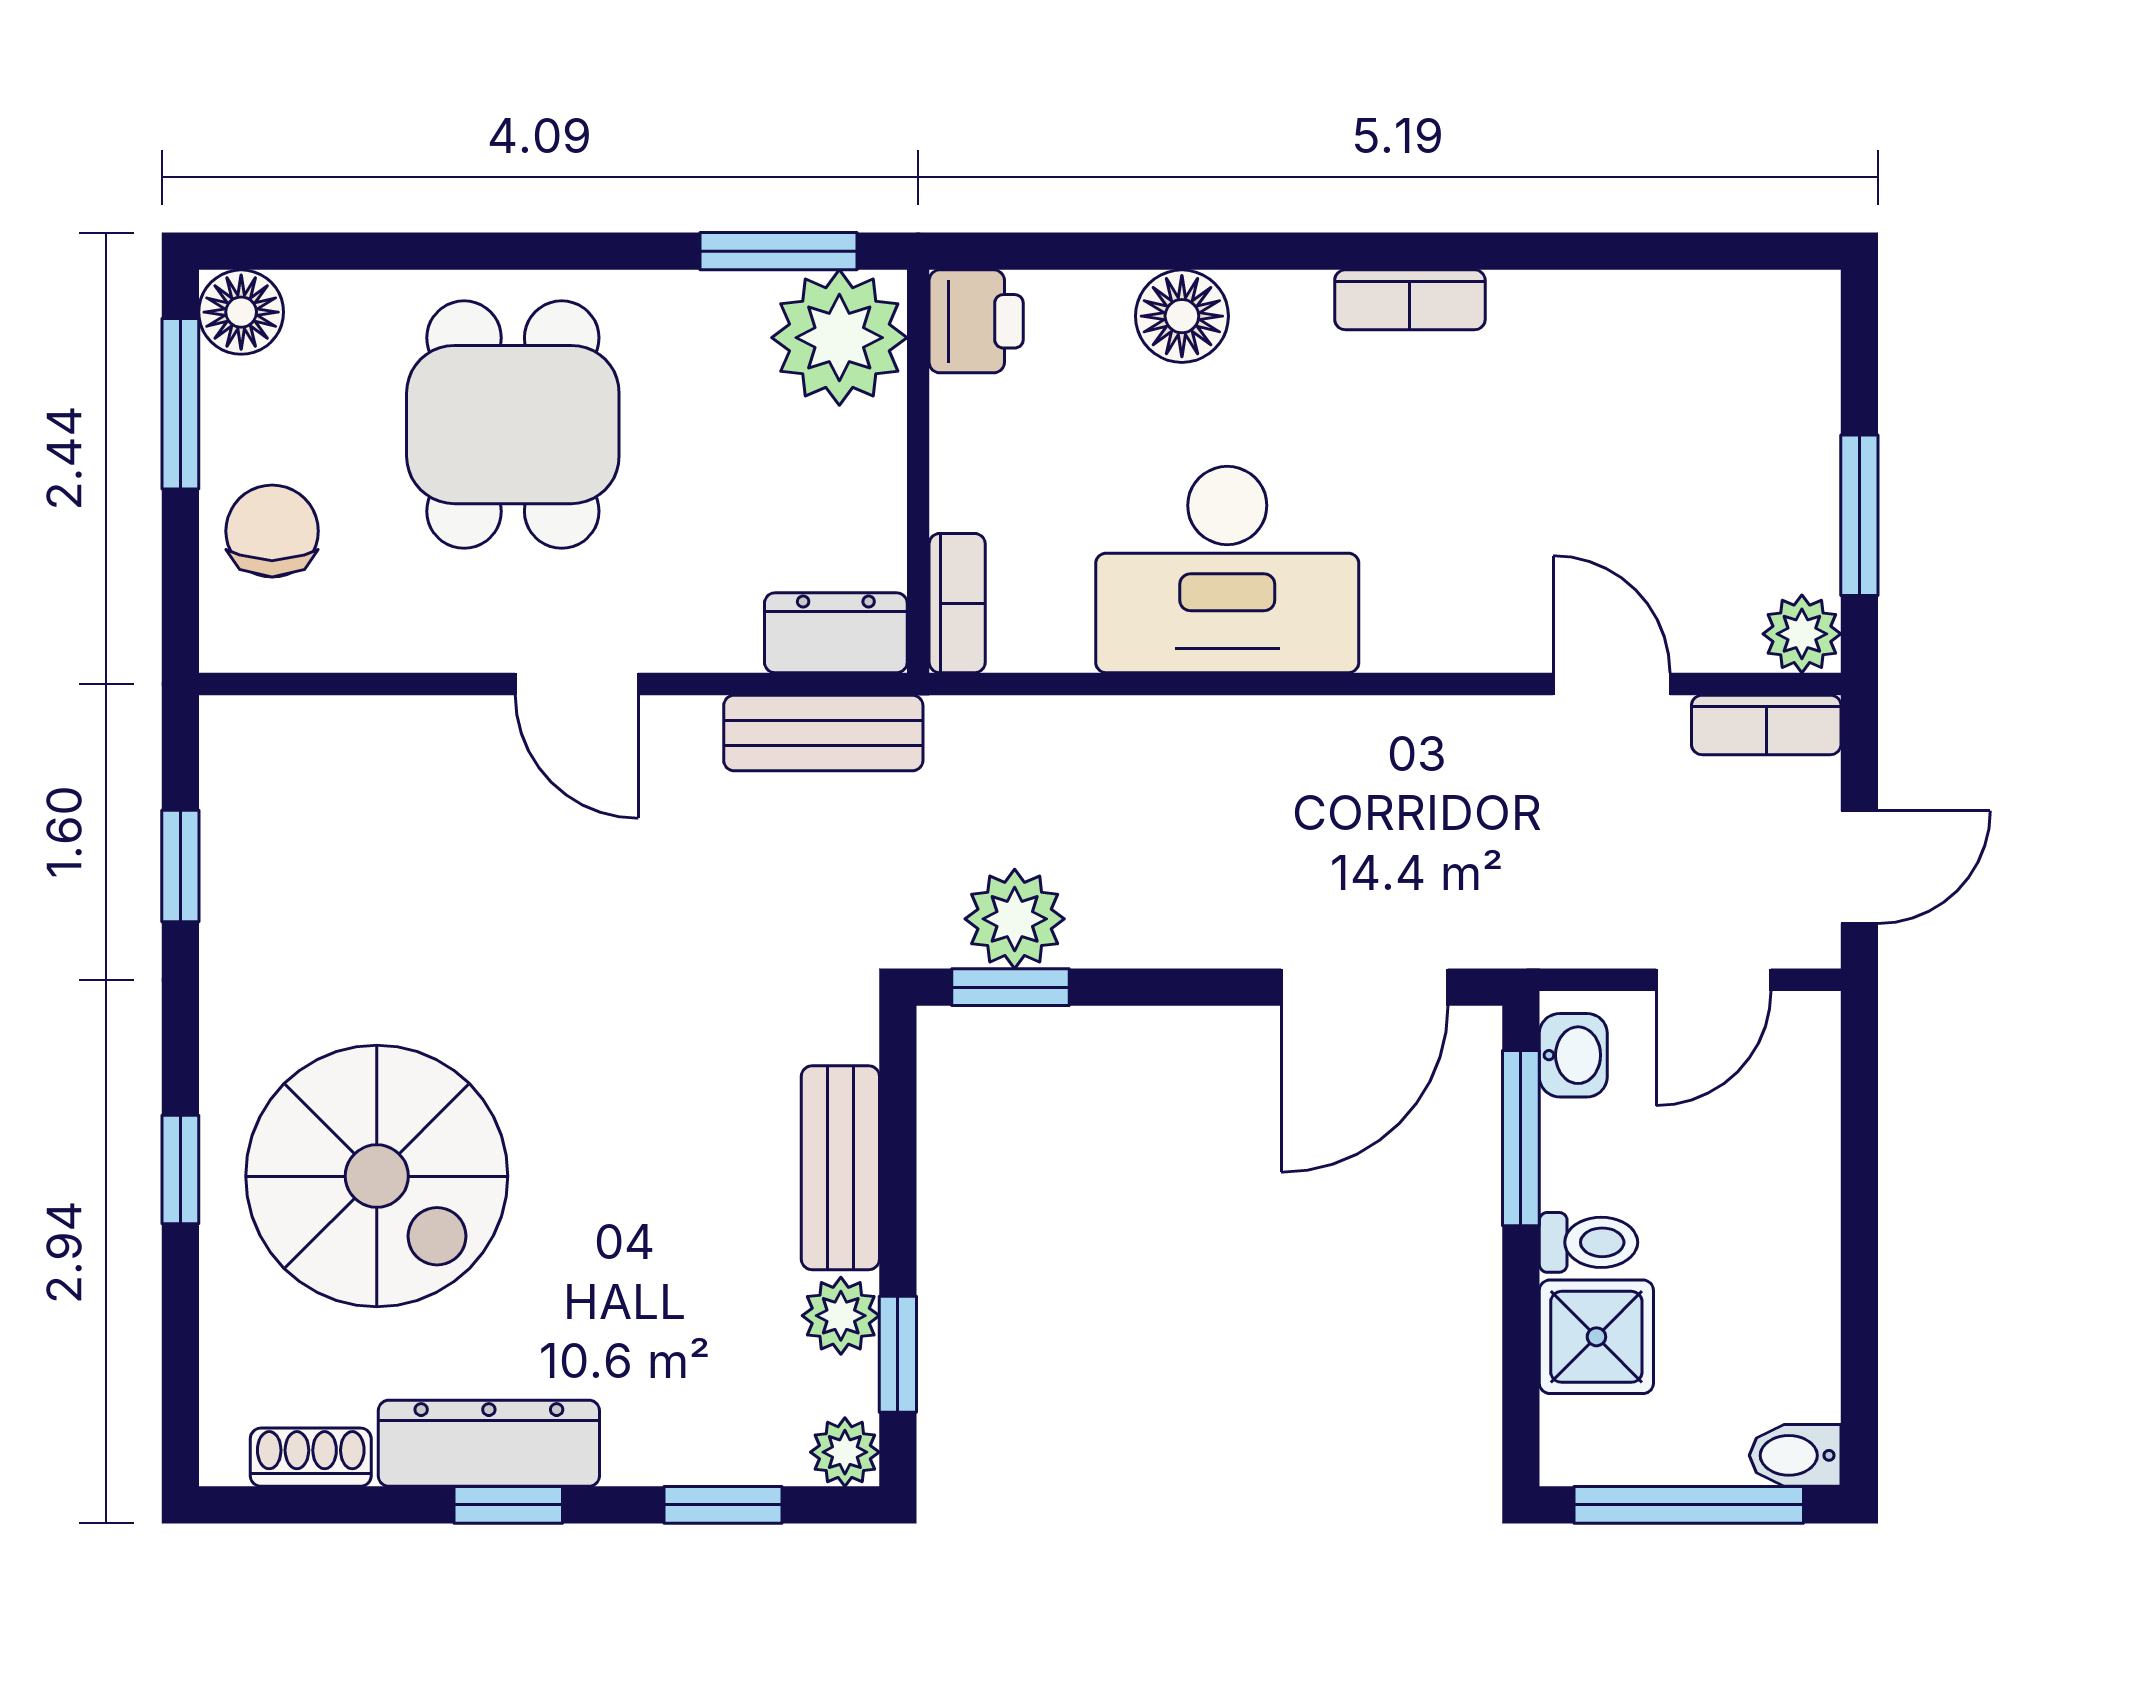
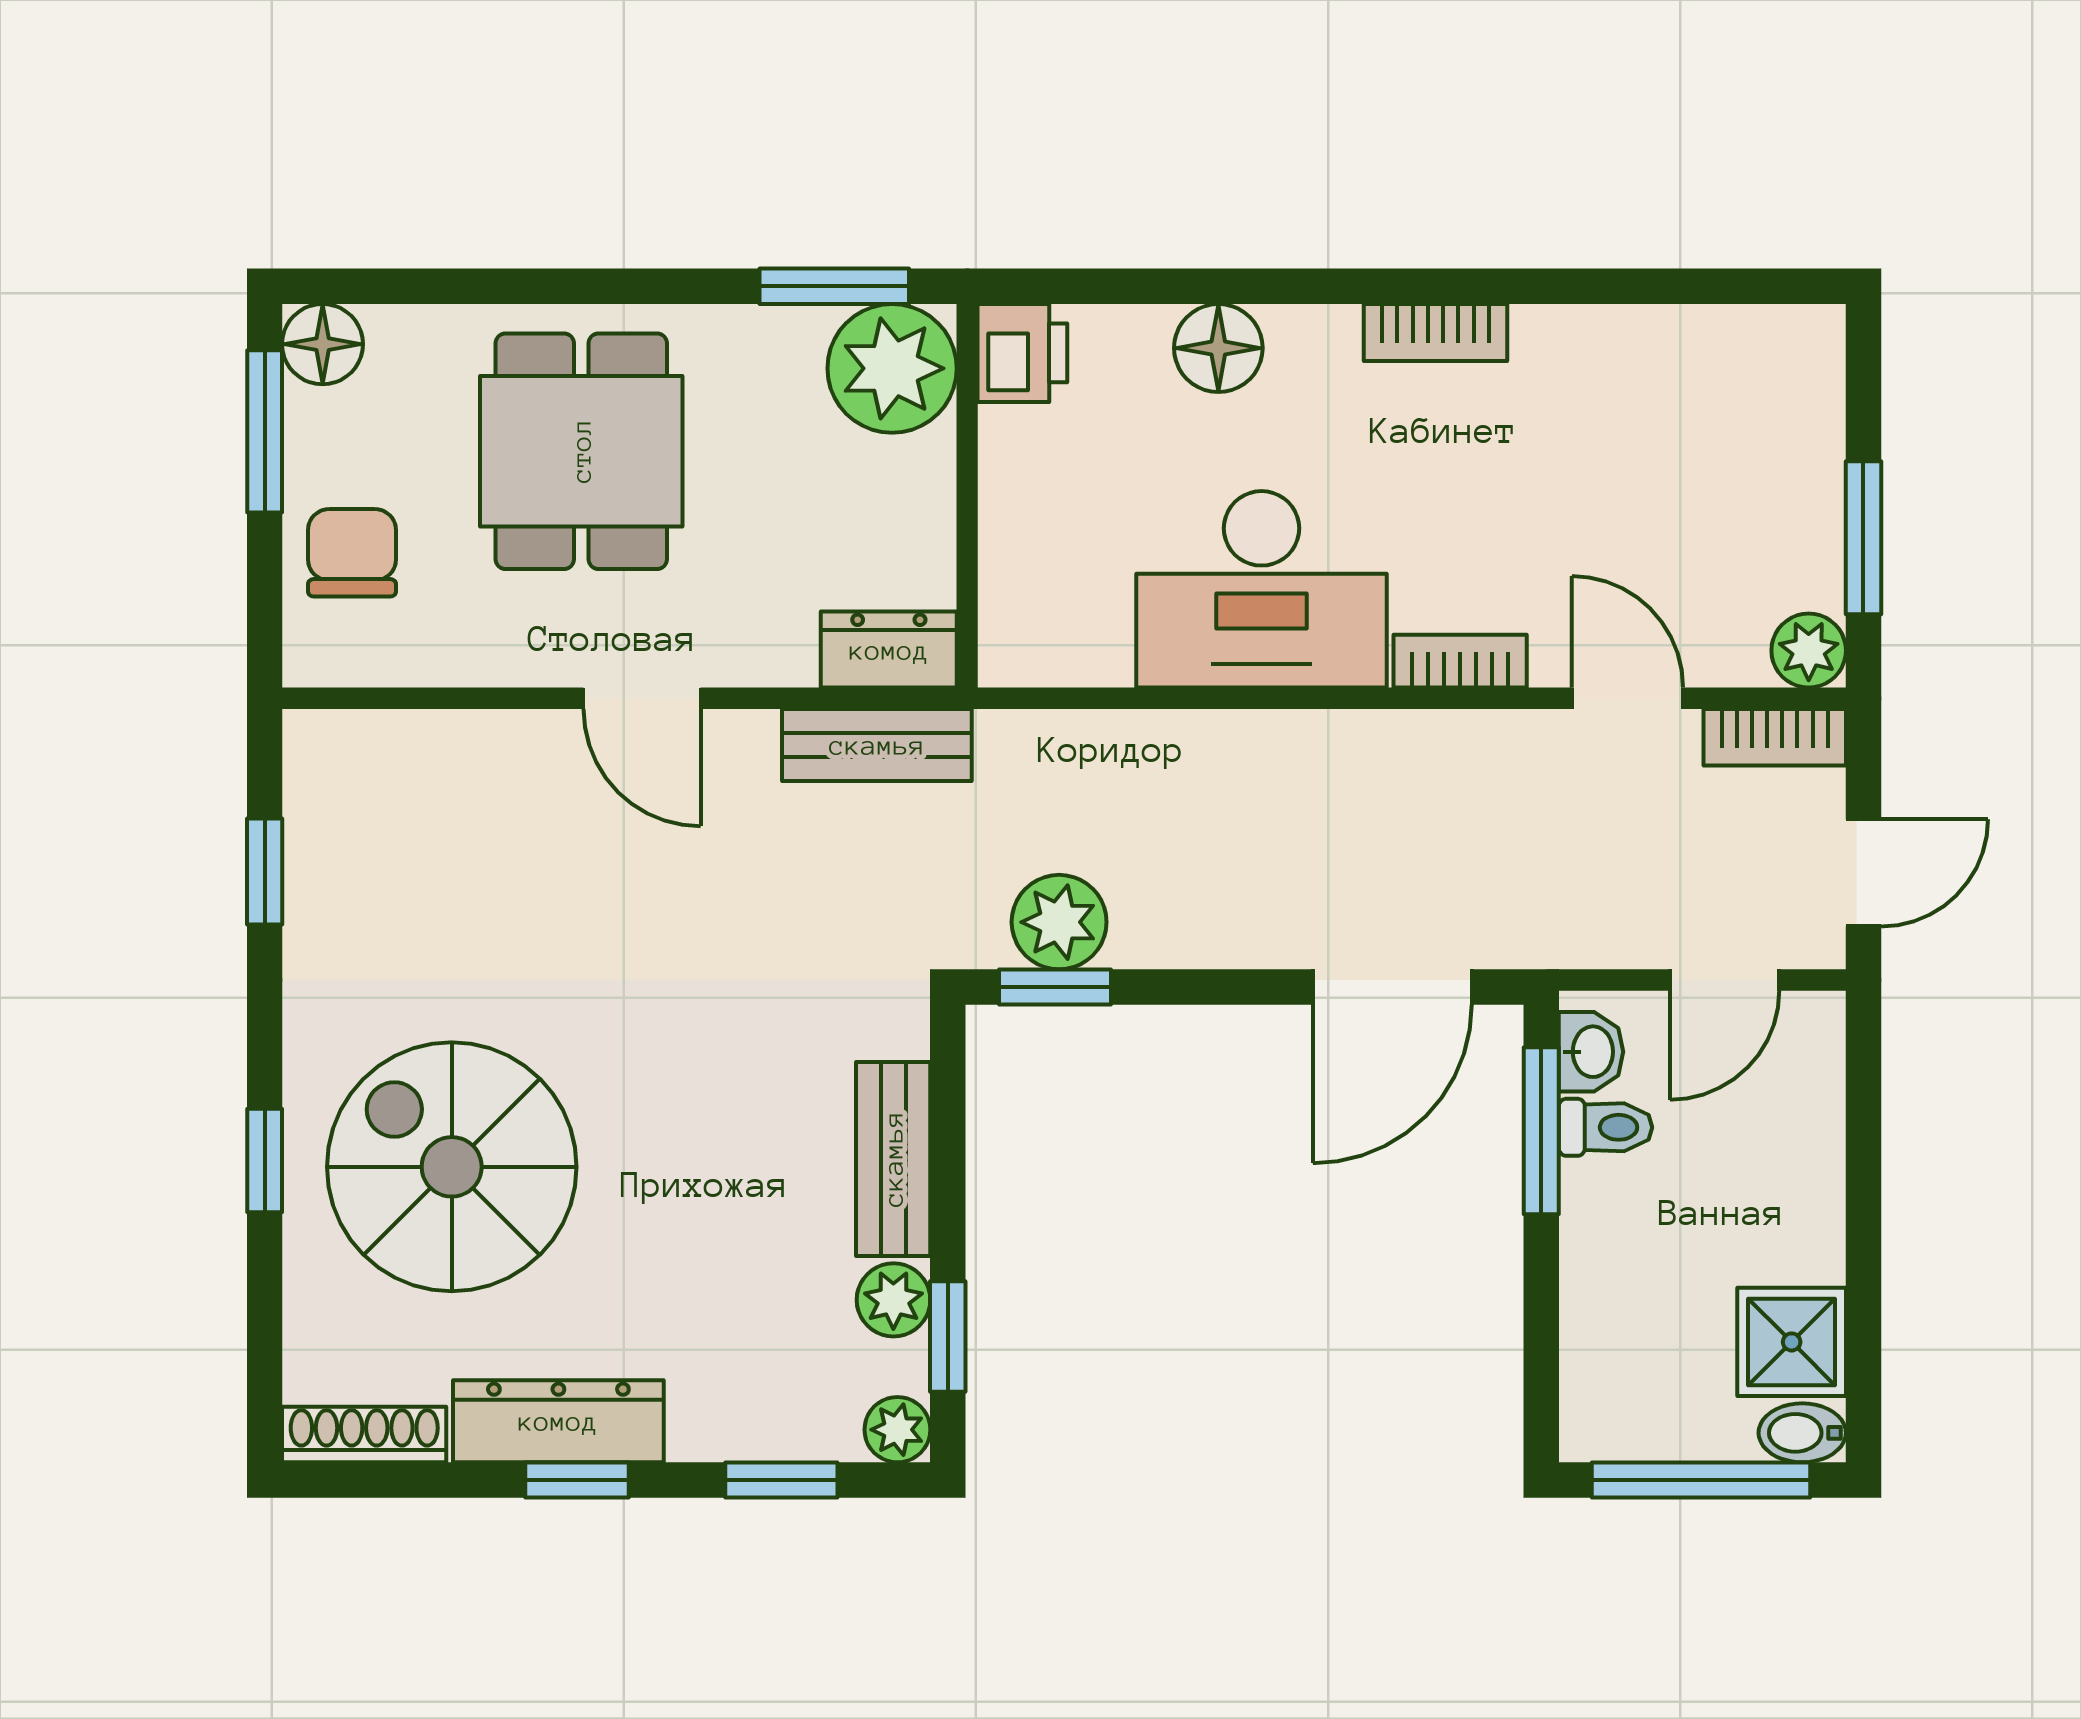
bookcase: (957, 603) -> (1460, 661), moved, turned -90
spiral stairs: (377, 1176) -> (452, 1167), turned 180
toilet: (1588, 1242) -> (1605, 1127), moved
shower: (1596, 1337) -> (1792, 1342), moved
shoe rack: (311, 1457) -> (364, 1435), width x1.43

